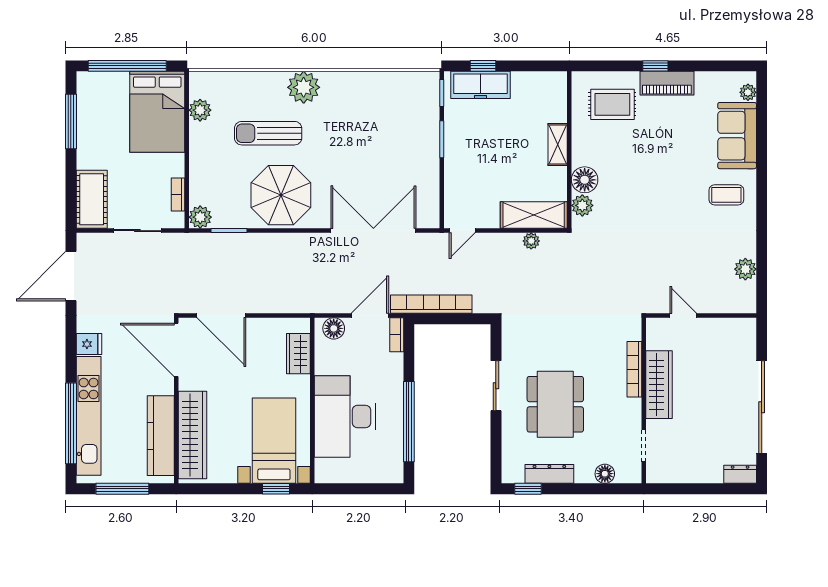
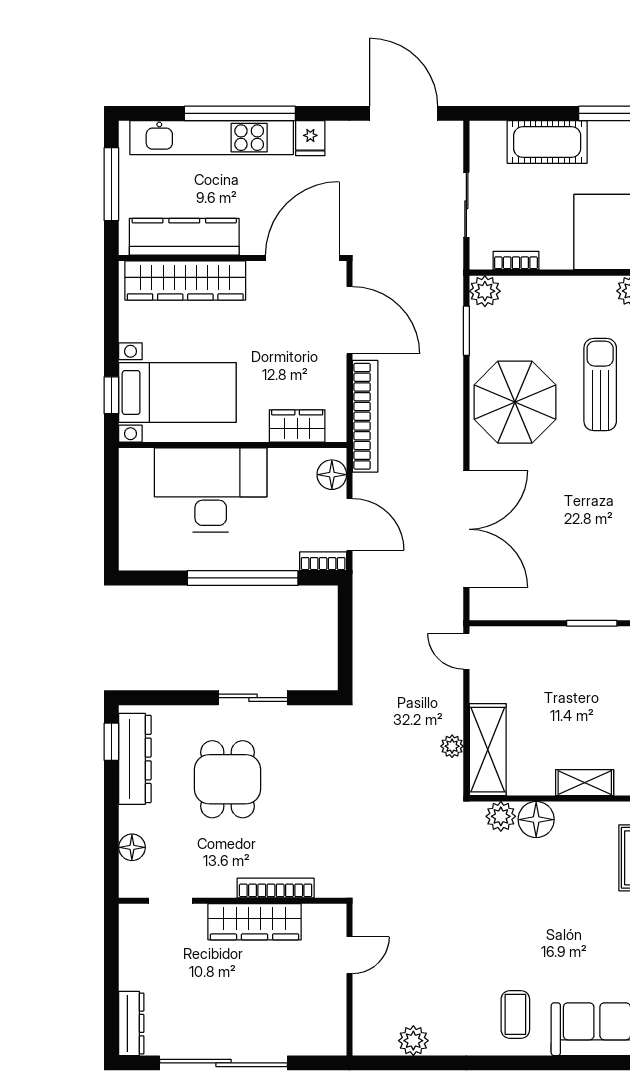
cot: (92, 199) -> (547, 142), moved
bookcase: (431, 304) -> (365, 416), moved
door: (221, 316) -> (350, 320), swing flipped
dining table: (555, 404) -> (227, 779), width x0.73
window: (409, 422) -> (243, 578), moved
window: (71, 423) -> (240, 113), moved
dresser: (549, 474) -> (135, 759), width x1.37, depth x1.24
dresser: (740, 474) -> (131, 1023), width x1.44

